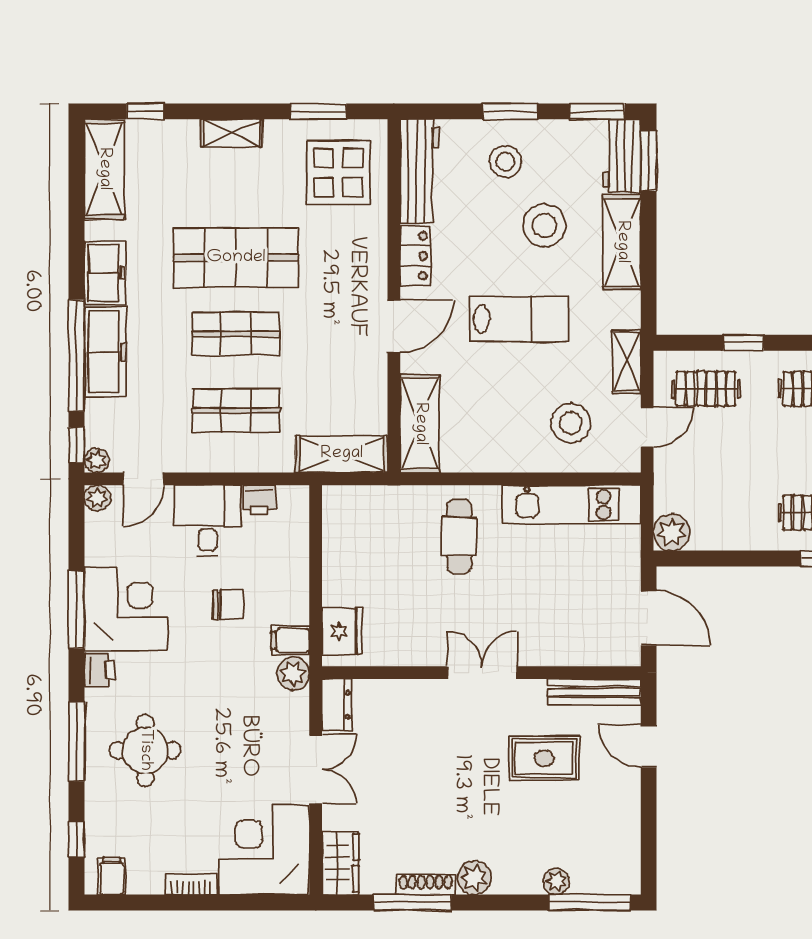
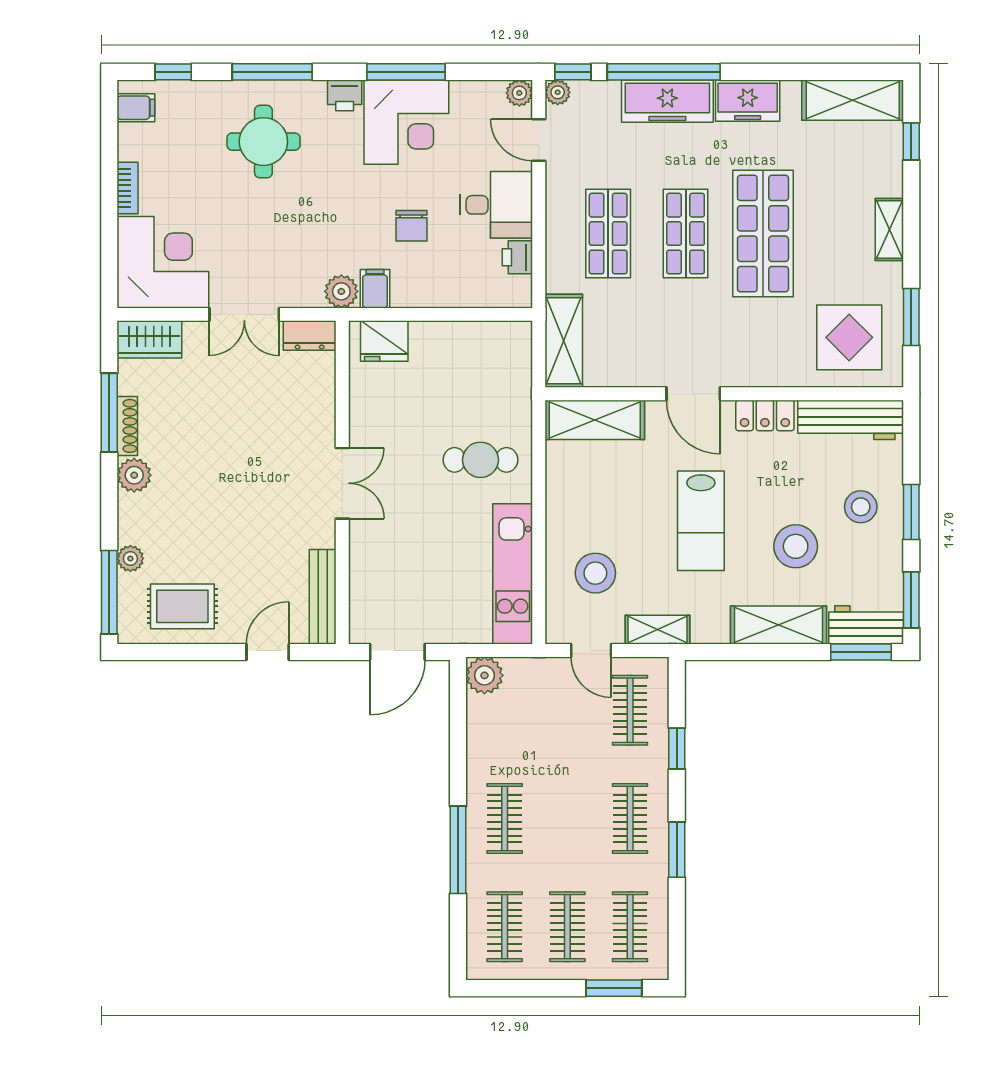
rug: (544, 758) -> (182, 606), moved, turned 90

